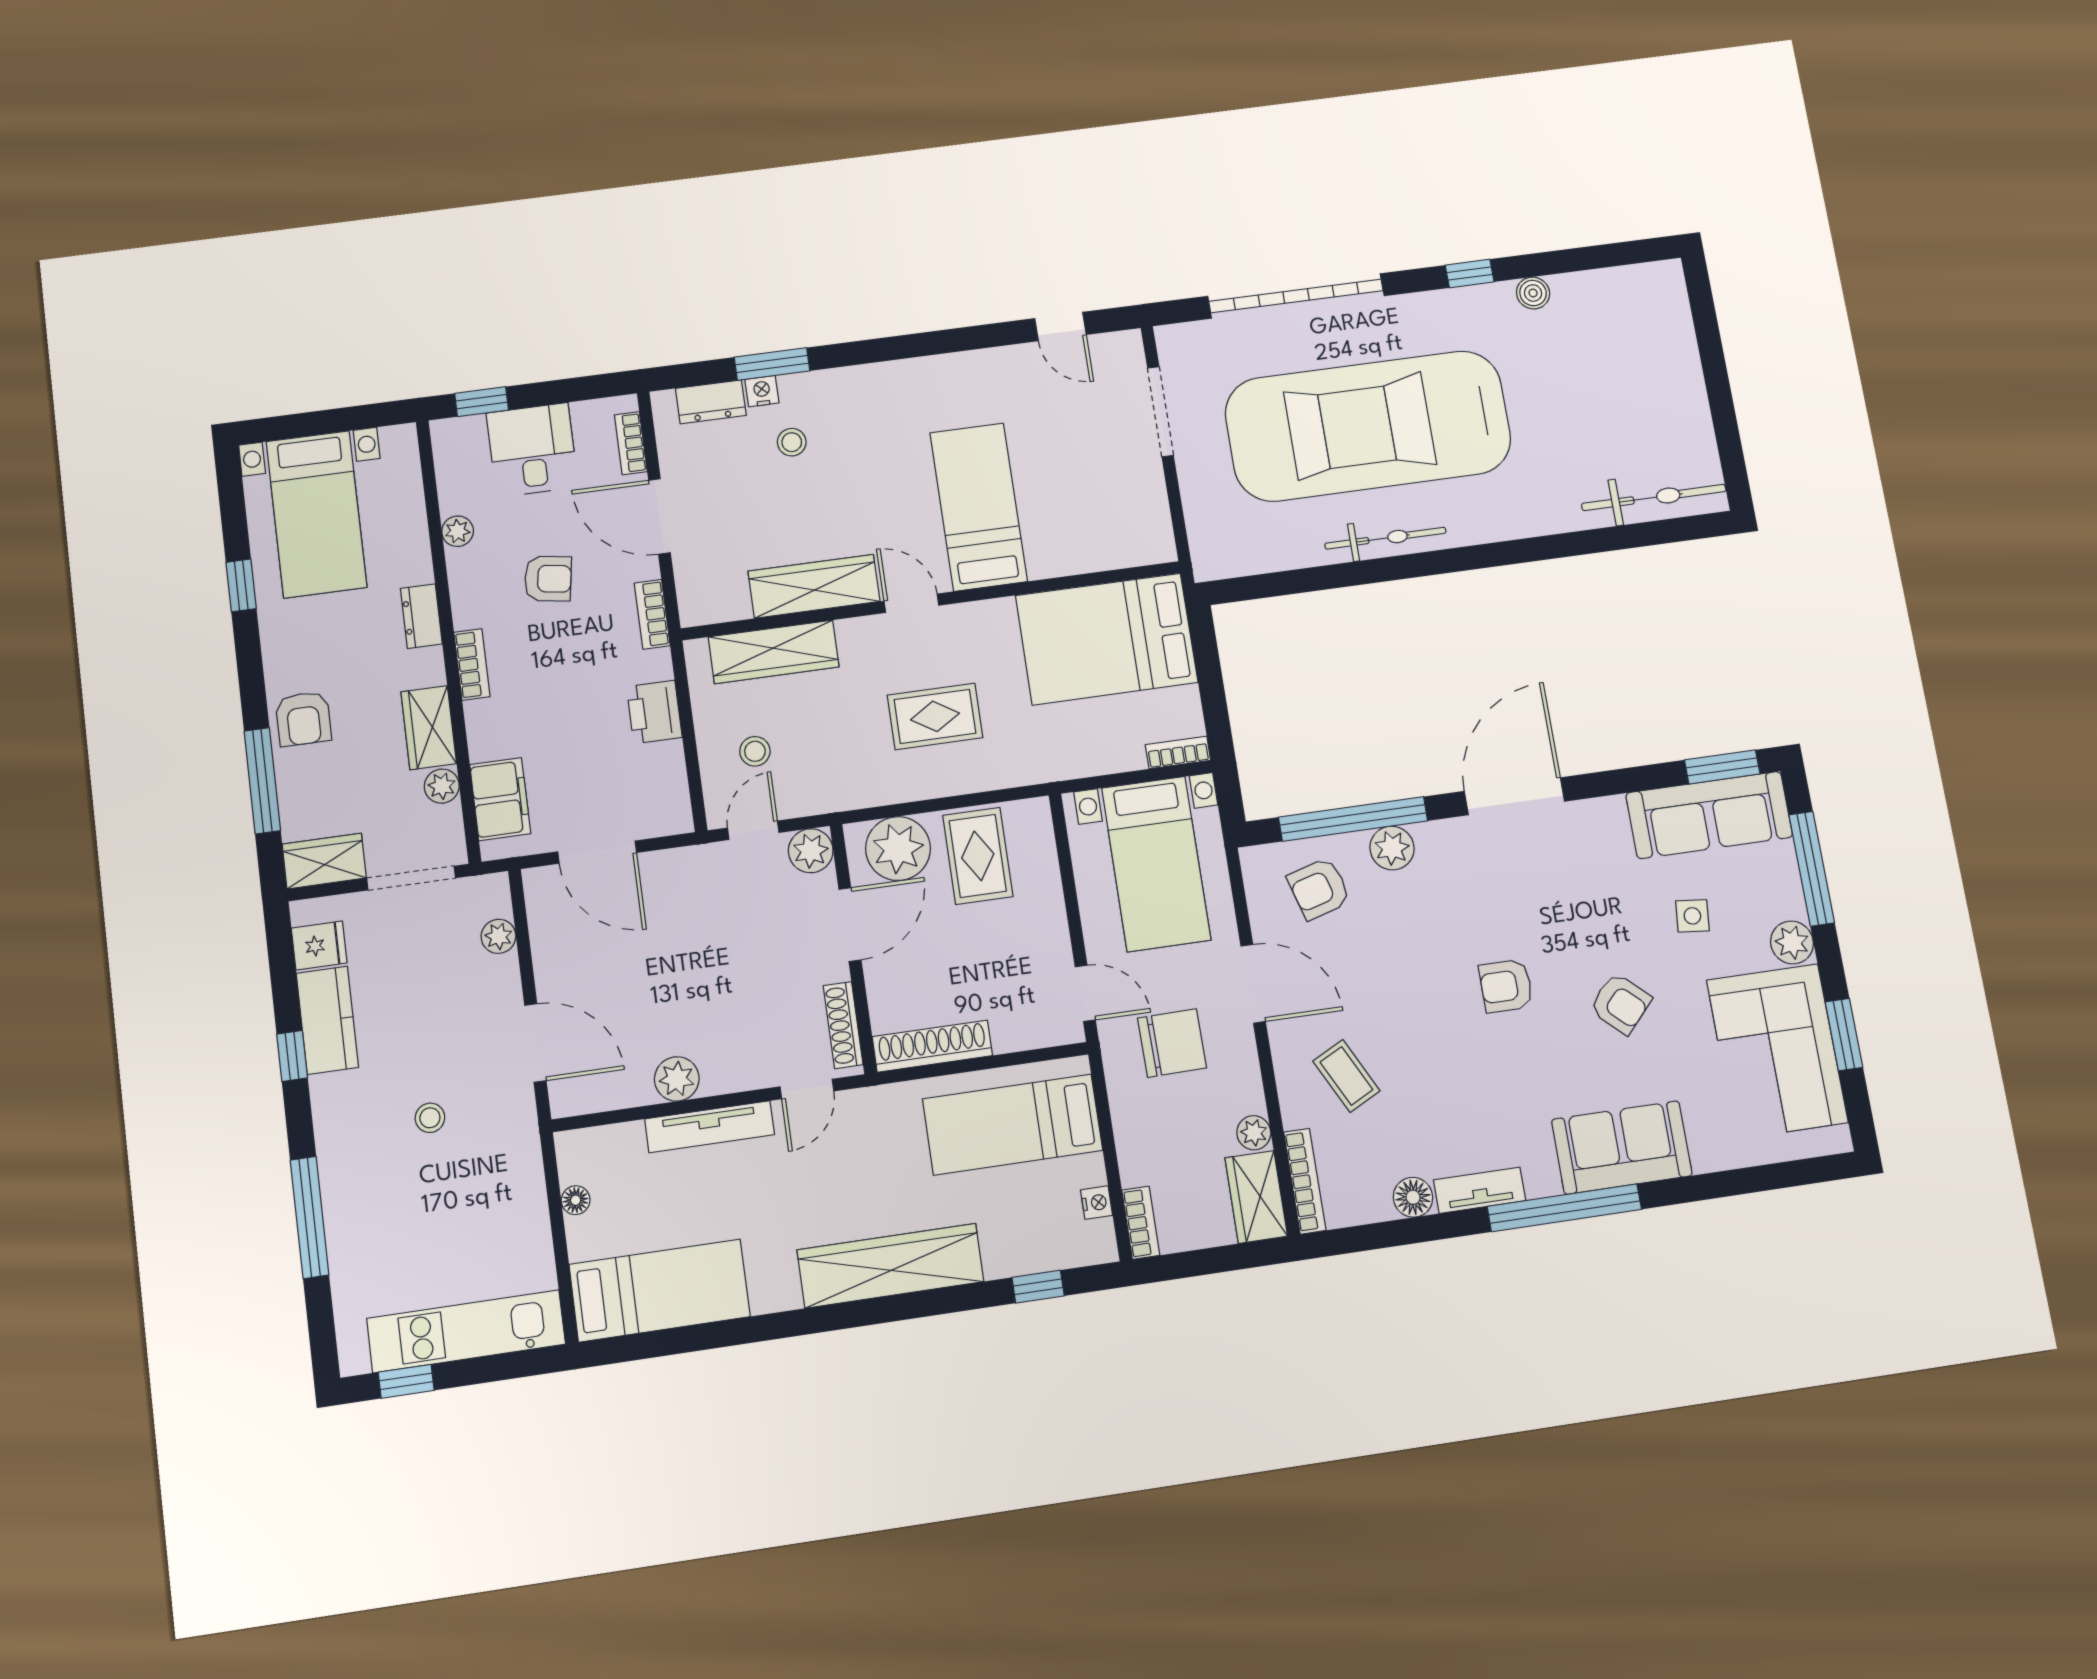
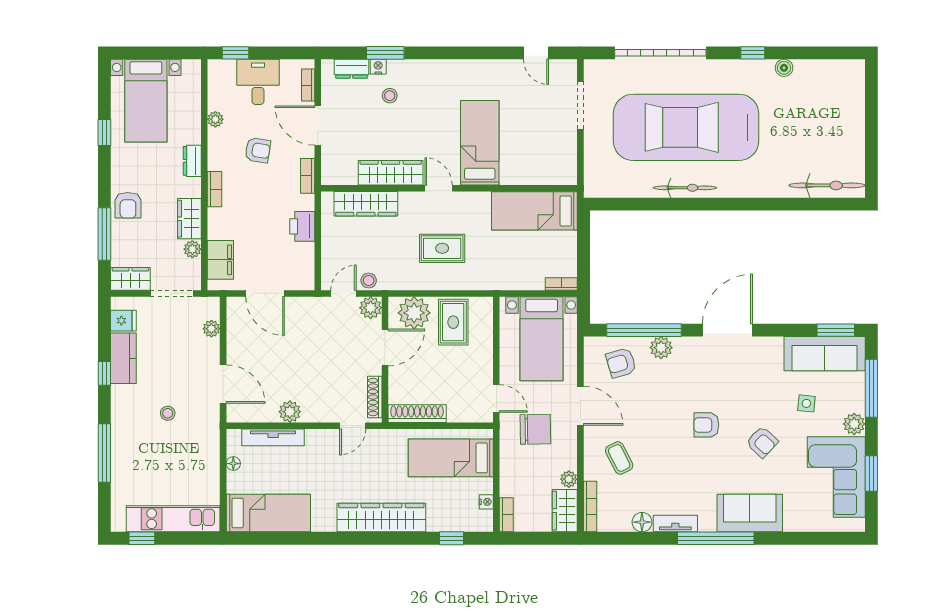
bed: (1107, 639) -> (534, 211), width x0.67
stool: (755, 751) -> (369, 281), moved
tv unit: (710, 1127) -> (273, 437), moved

